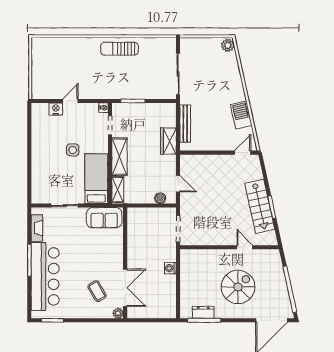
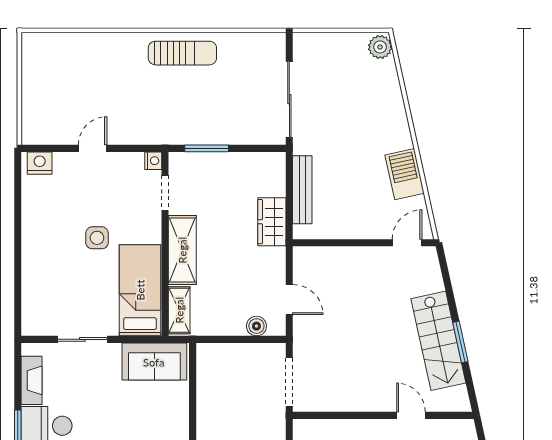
sun lounger: (120, 49) -> (182, 53), turned 180
nightstand: (56, 109) -> (40, 163), moved

